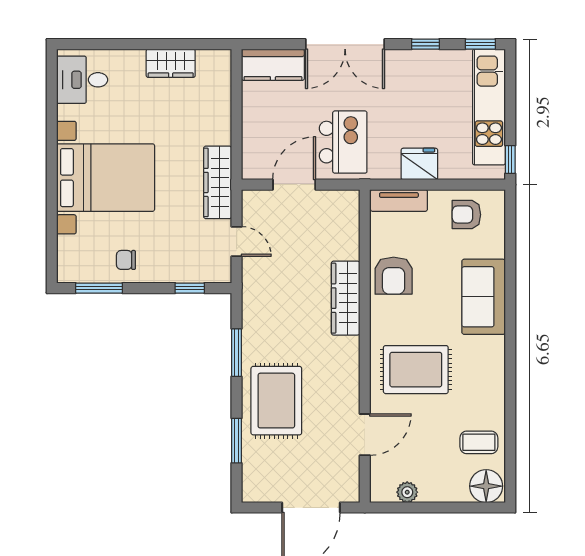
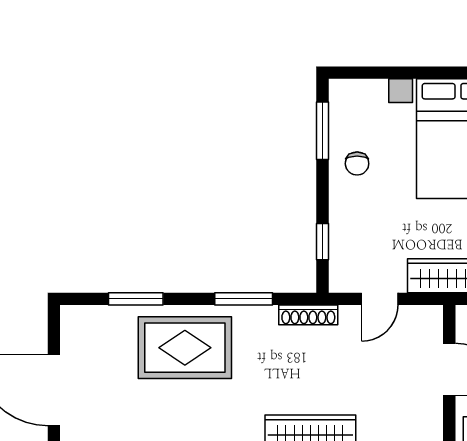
chair: (126, 260) -> (357, 164), turned 180
shoe rack: (250, 300) -> (308, 315), added

